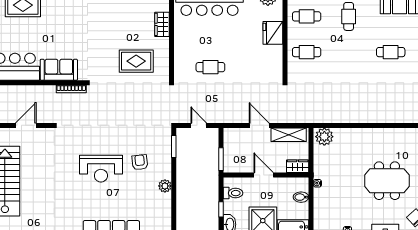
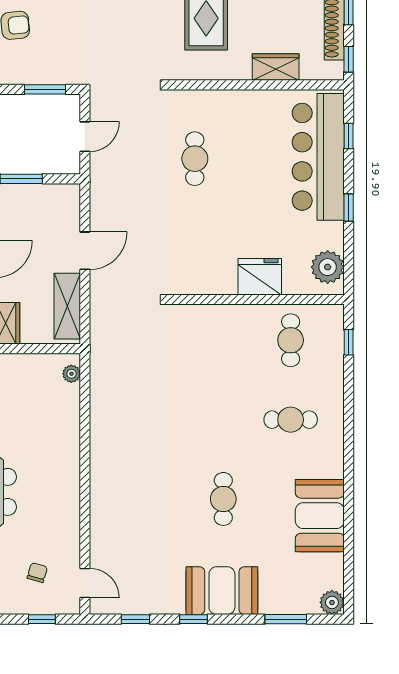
cafe table: (307, 52) -> (223, 340), removed
plant: (324, 137) -> (71, 374), width x0.53, depth x0.53

